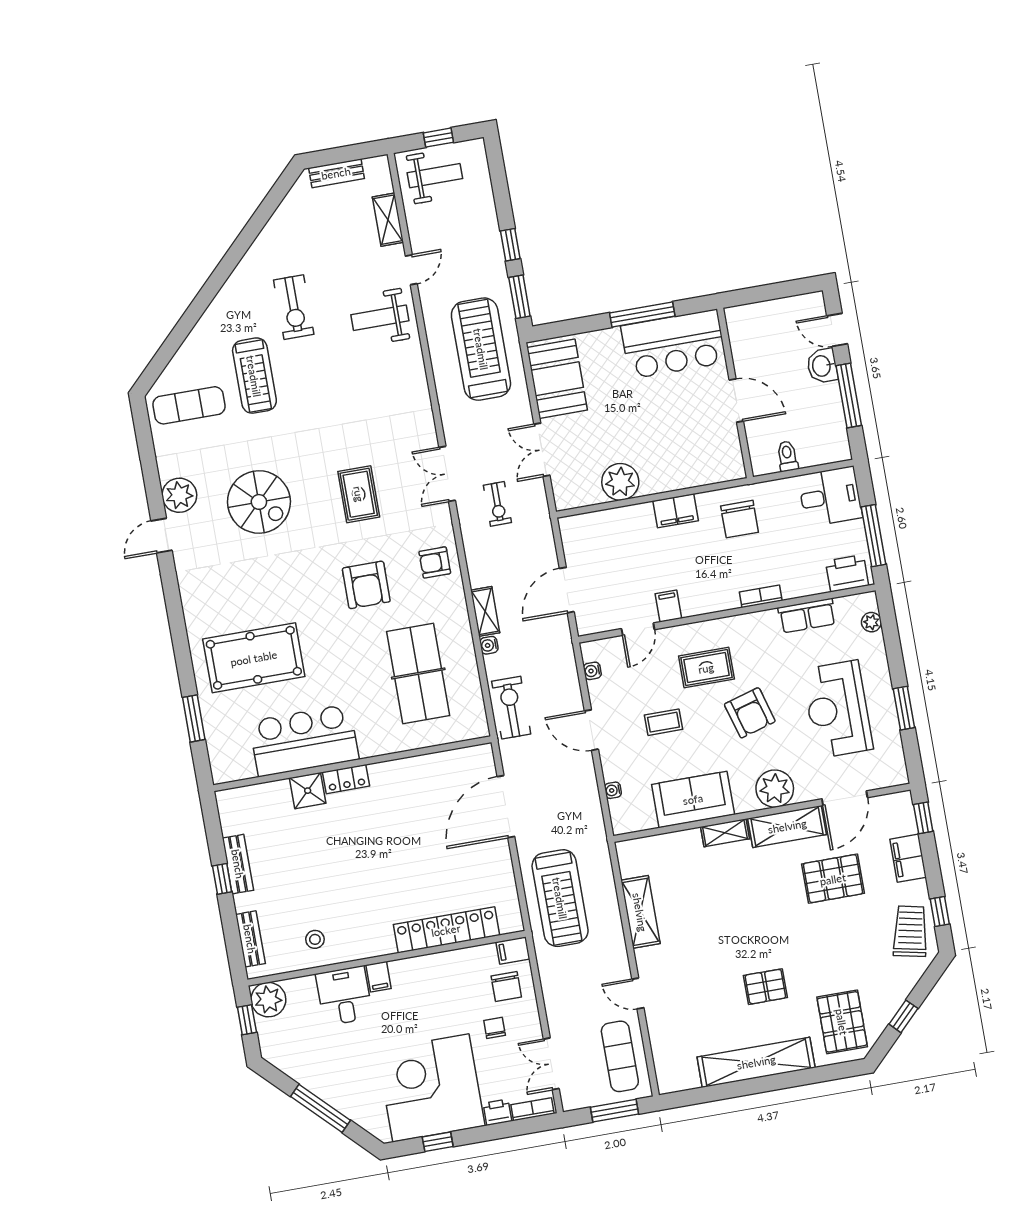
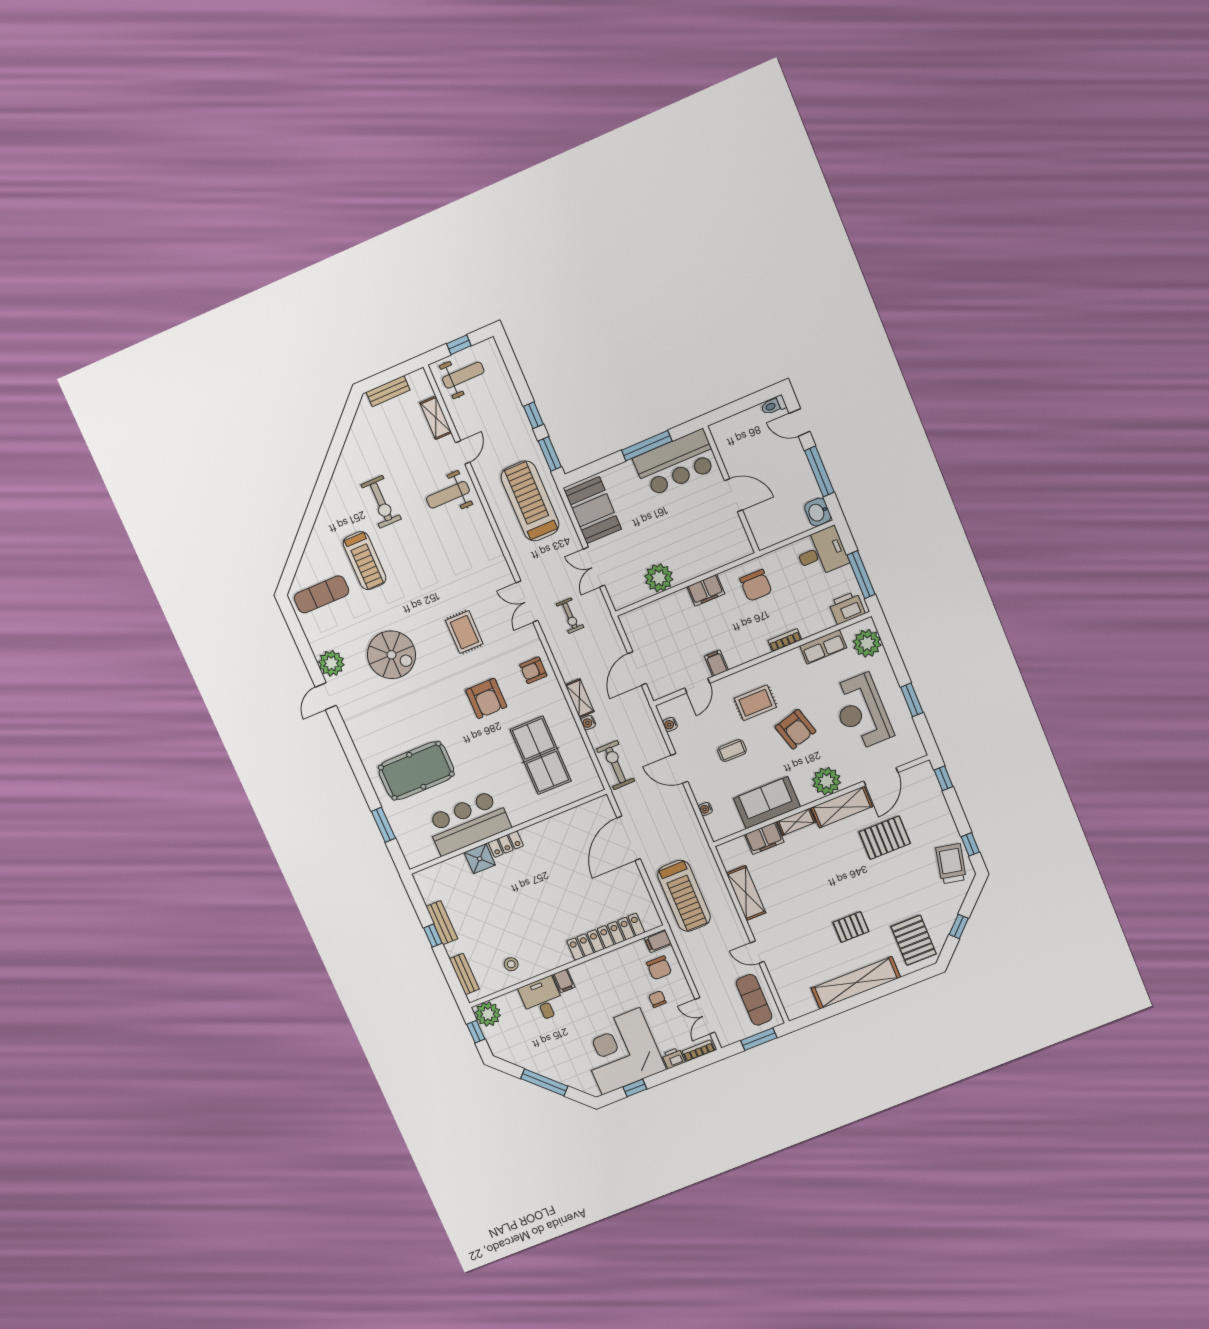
washbasin: (822, 366) -> (818, 512), moved
toilet: (787, 456) -> (774, 405), moved, turned -90
plant: (871, 622) -> (867, 643), width x1.88, depth x1.88
filing cabinet: (908, 858) -> (764, 838), moved, turned -90

